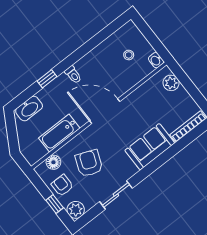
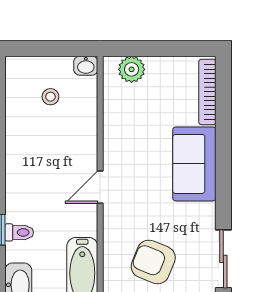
toilet: (73, 75) -> (19, 232), moved
door: (105, 111) -> (100, 187), width x0.53

